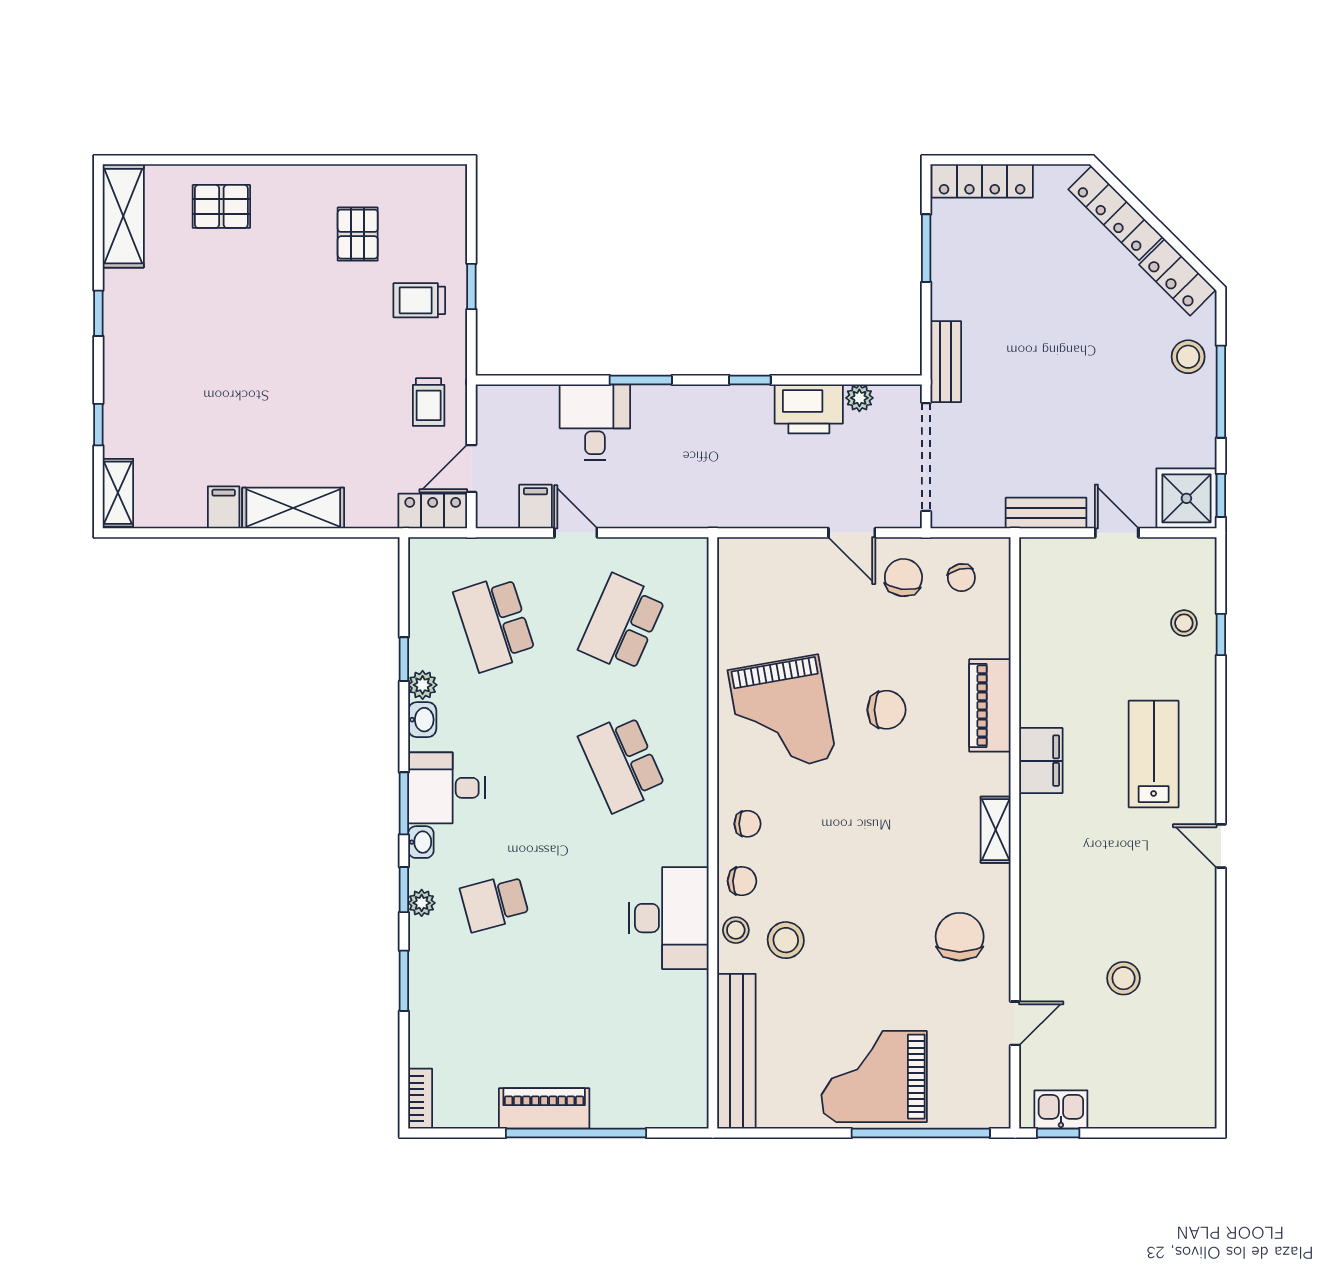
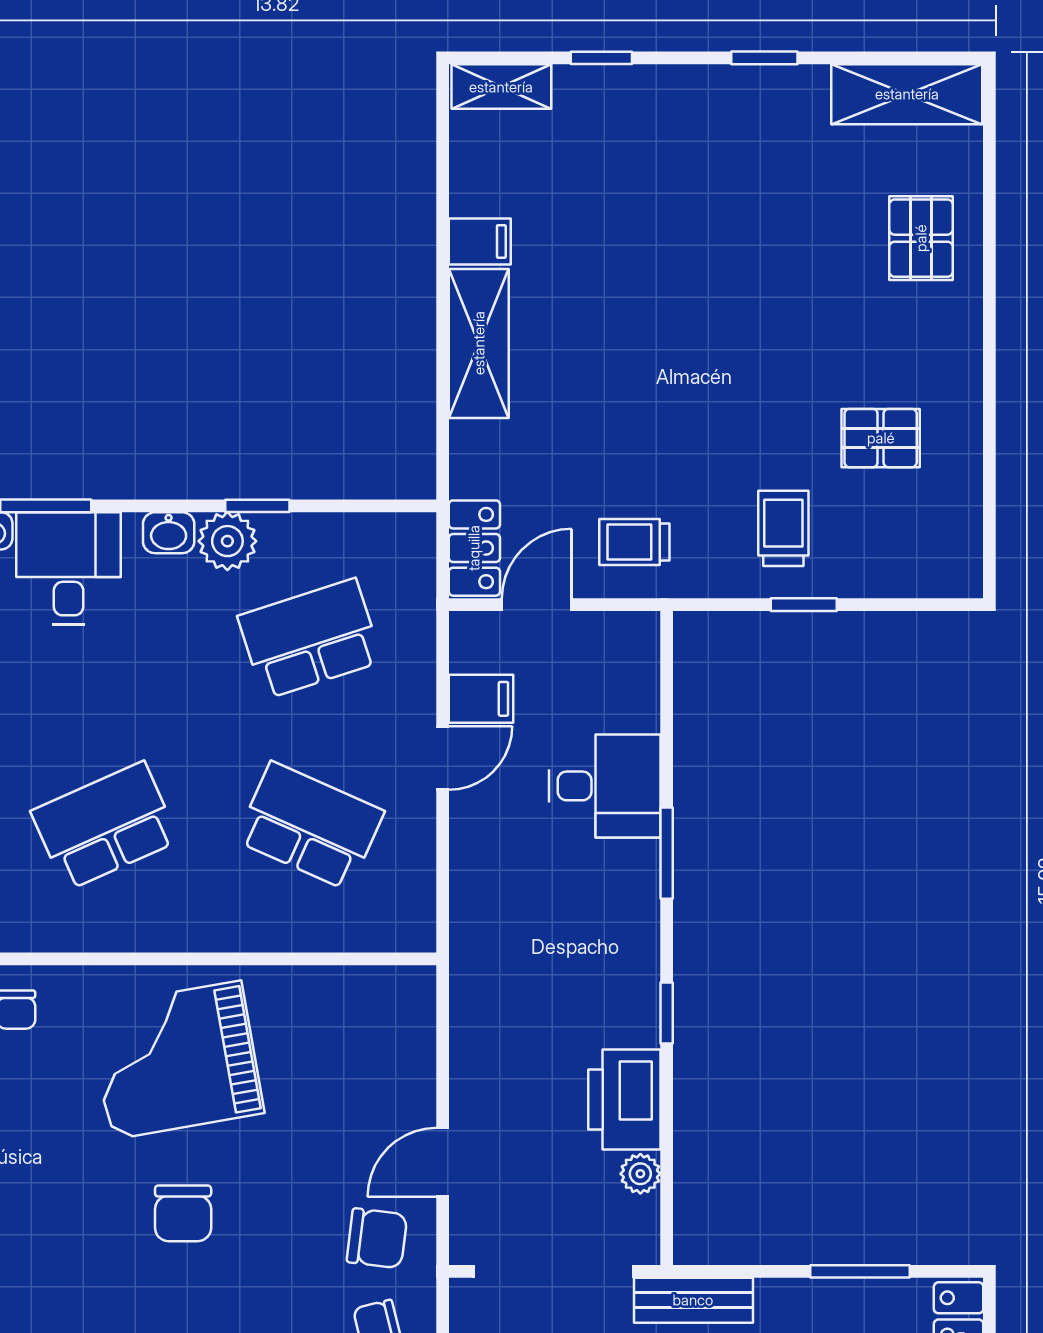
door: (471, 468) -> (537, 605), hinge flipped
plant: (423, 685) -> (227, 541), width x1.38, depth x1.38

